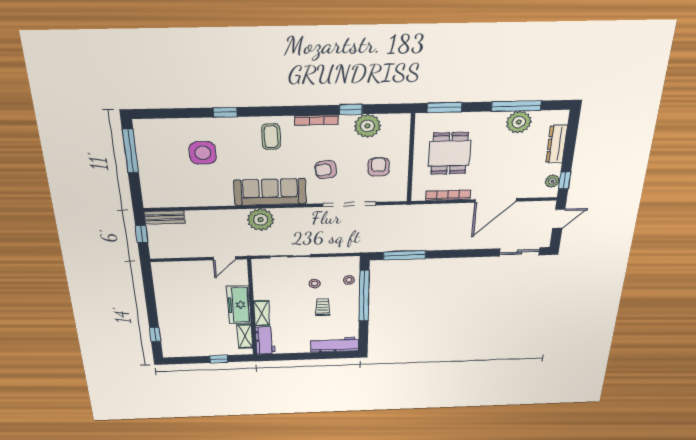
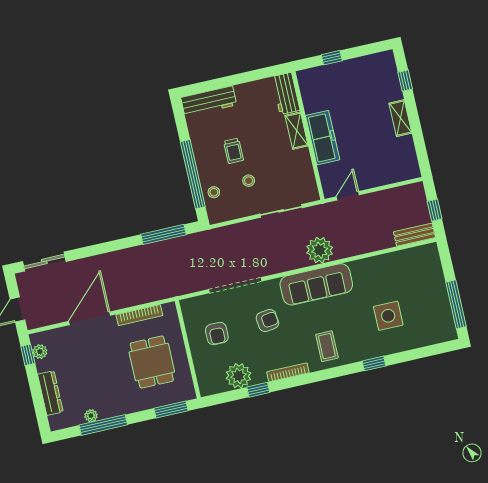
plant: (519, 122) -> (91, 416), width x0.53, depth x0.53
shelving: (245, 336) -> (400, 118), moved

